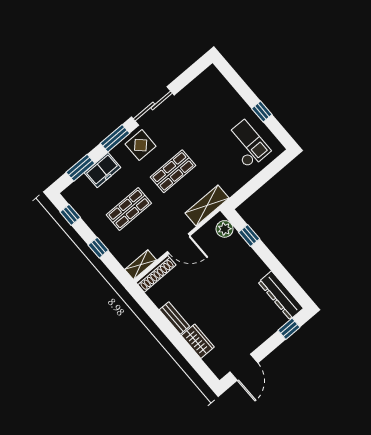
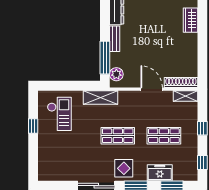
checkout: (247, 144) -> (59, 114), turned 180
shelving: (207, 205) -> (100, 97), moved
window: (249, 235) -> (105, 58), width x2.17
bench: (174, 318) -> (115, 39), moved

